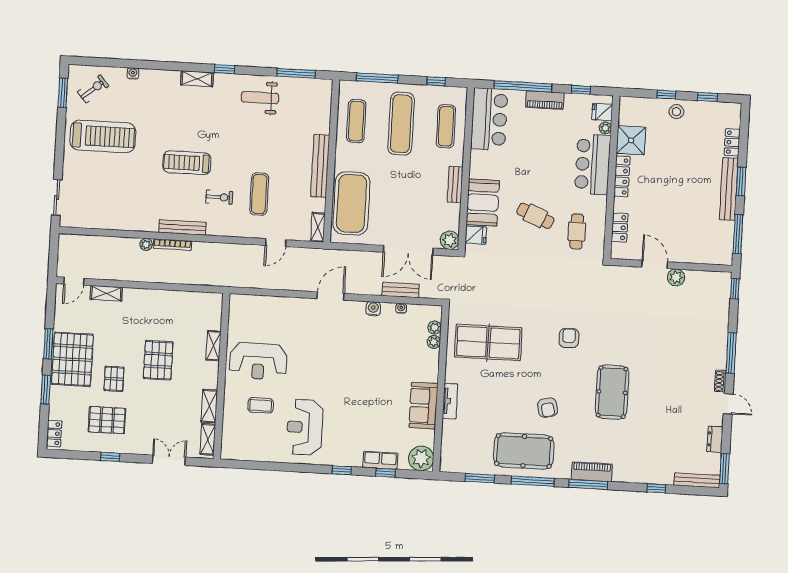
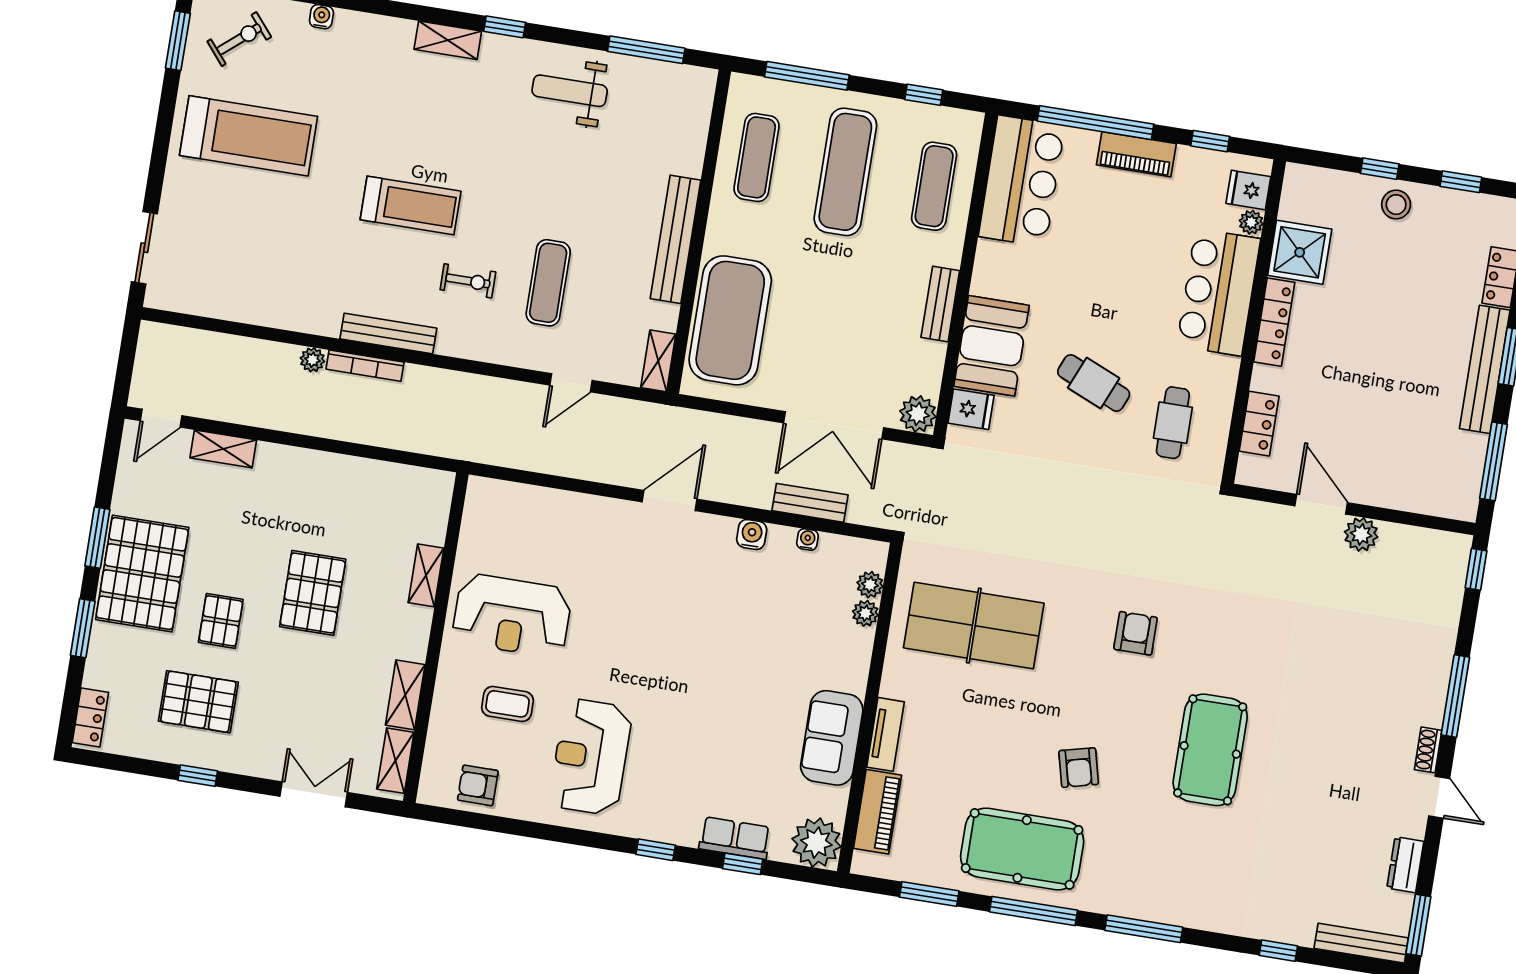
treadmill: (187, 163) -> (411, 205), turned 180
armchair: (250, 447) -> (478, 785), added
piano: (592, 472) -> (877, 812), moved, turned 90

